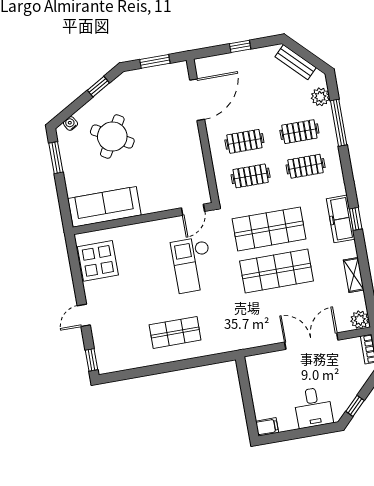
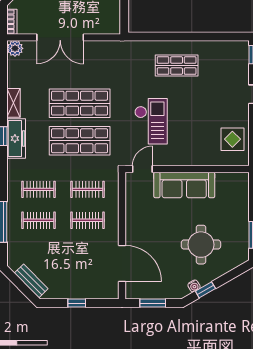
plant: (320, 97) -> (15, 247), removed
door: (197, 100) -> (122, 263), swing flipped
water cooler: (70, 123) -> (194, 286), moved
round table: (112, 137) -> (201, 245), turned -30
sofa: (105, 207) -> (184, 185), moved
display table: (98, 261) -> (232, 139), width x0.73, depth x0.73
shelving: (354, 275) -> (13, 103), moved

